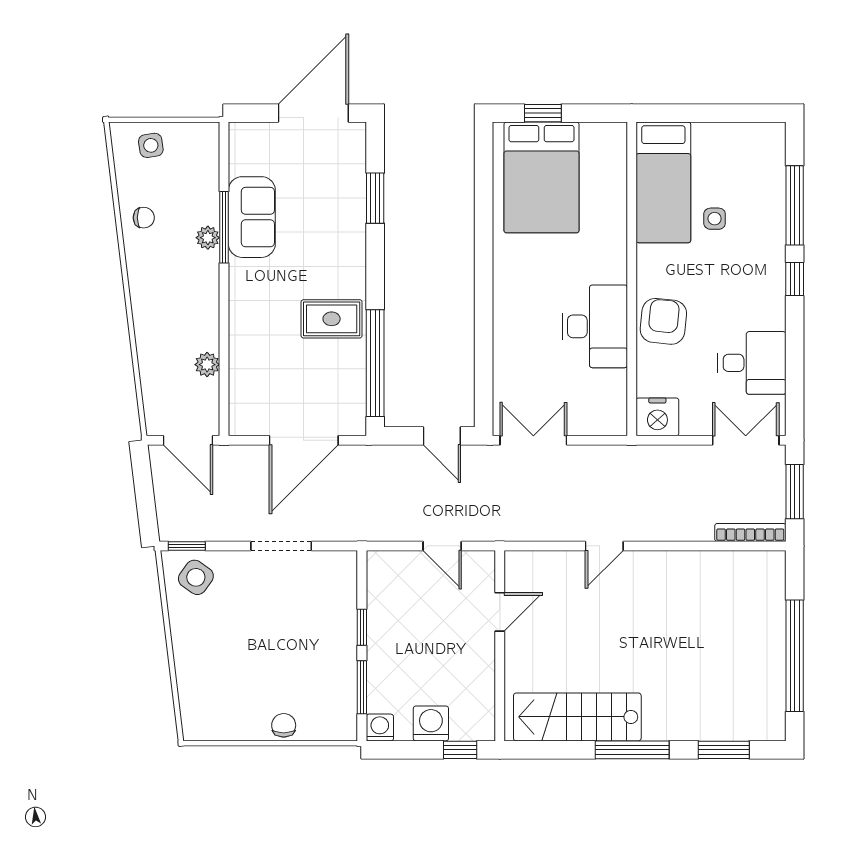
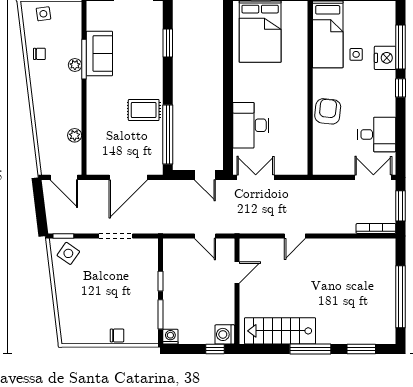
desk: (595, 326) -> (251, 125), moved, turned 180
nightstand: (657, 417) -> (385, 58), moved, turned -90
washing machine: (431, 723) -> (225, 334), moved, turned -90
chair: (284, 725) -> (117, 335), turned 90

